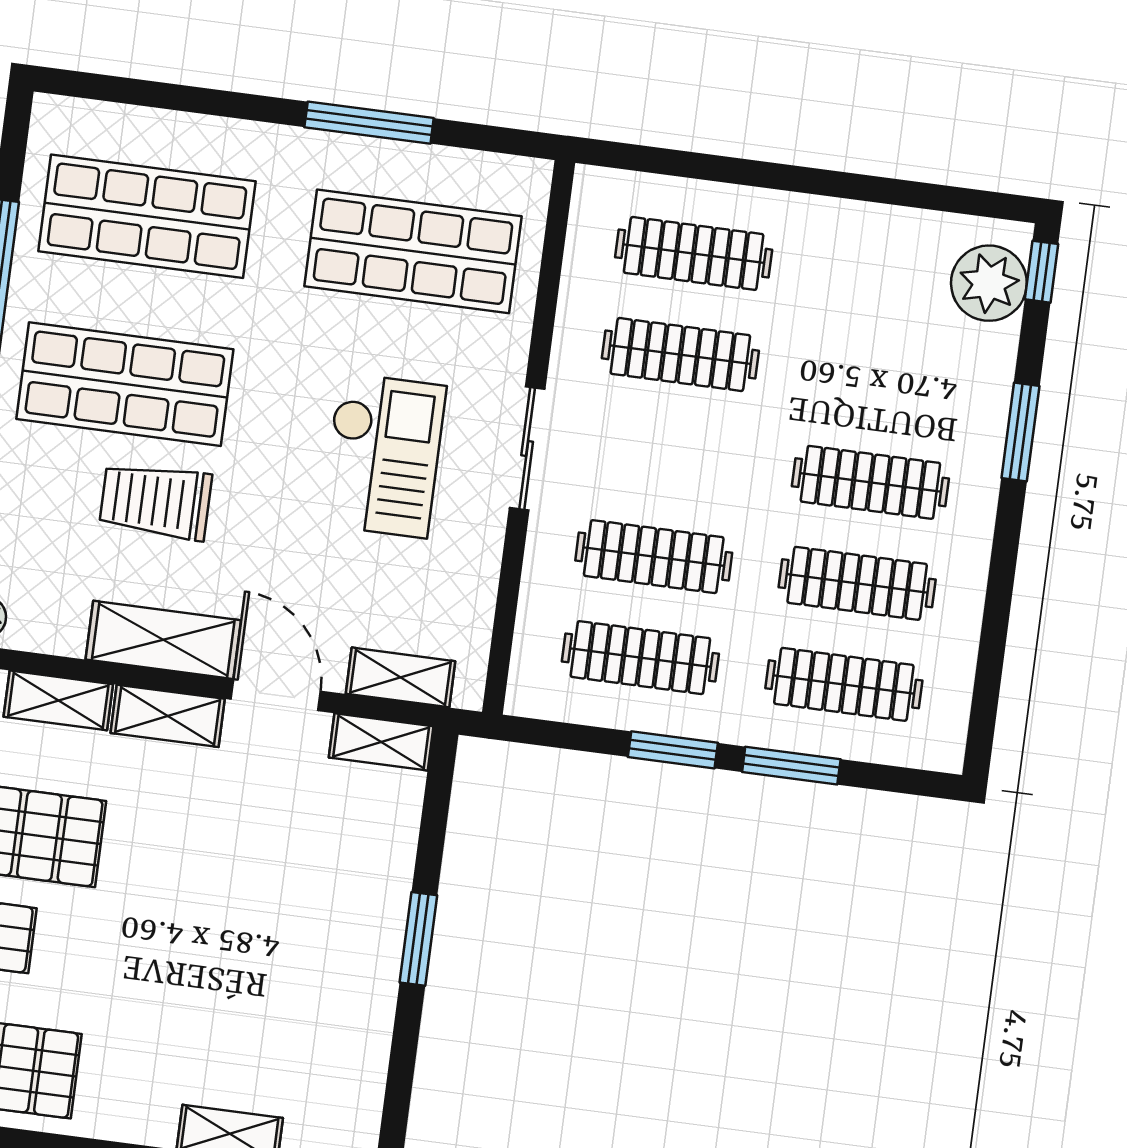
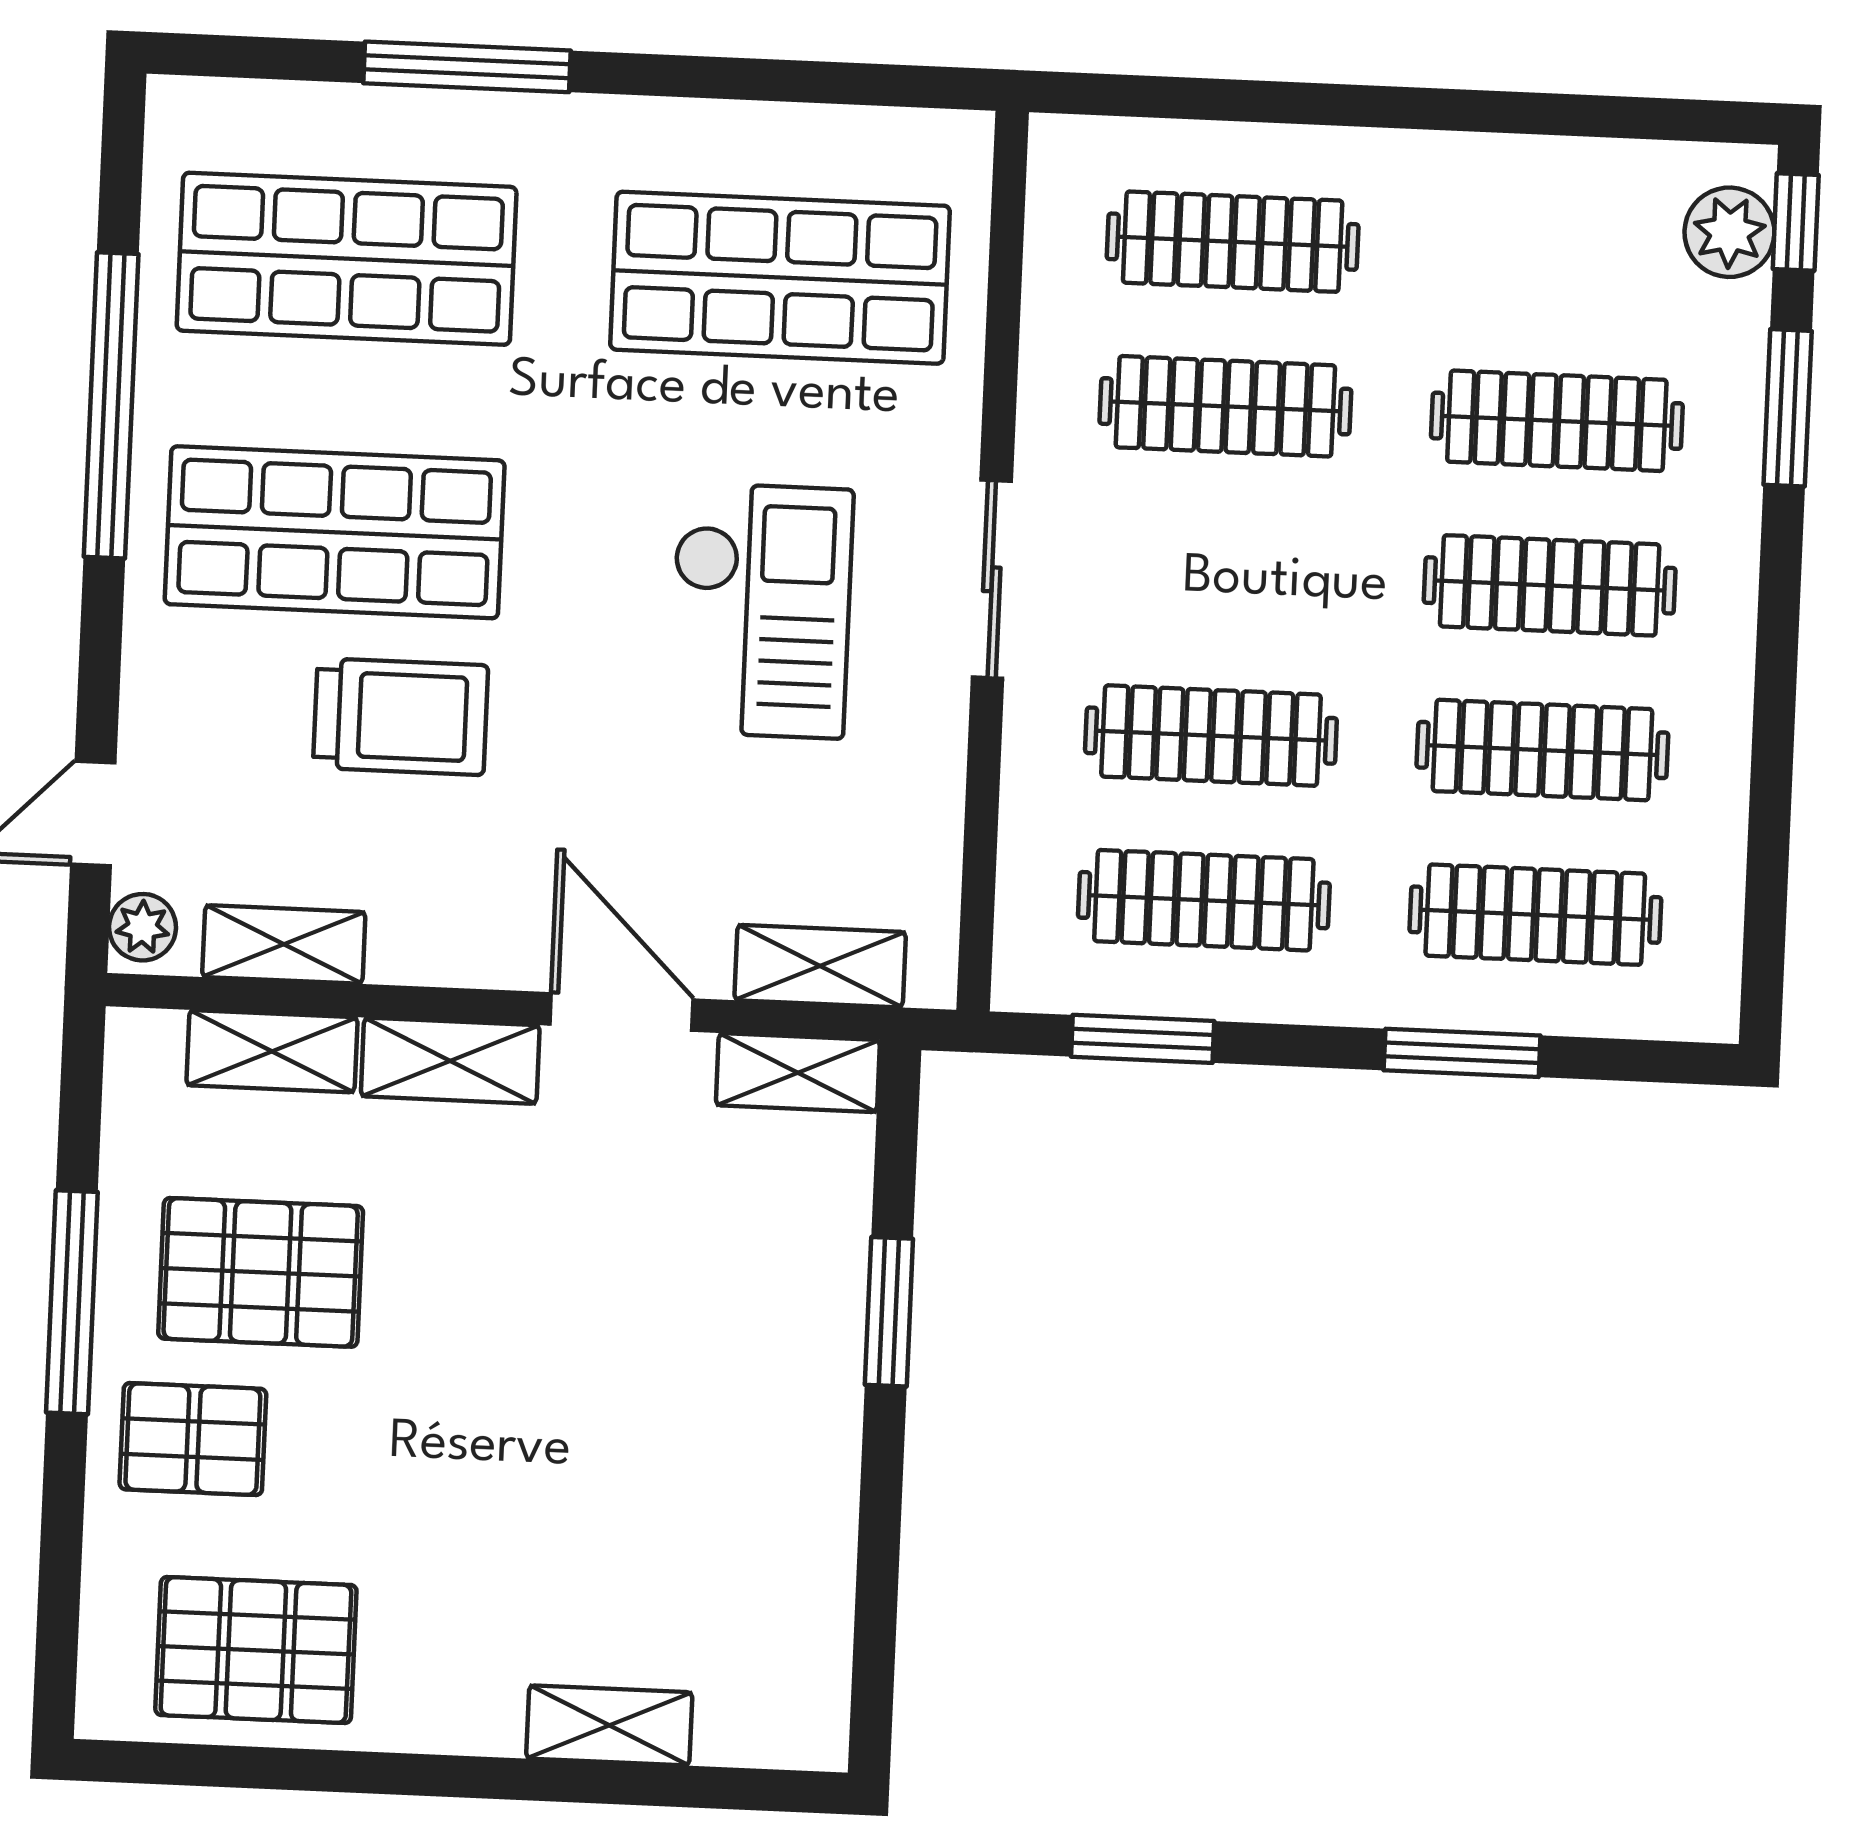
window: (369, 123) -> (467, 67), moved
plant: (989, 283) -> (1729, 232), width x0.73, depth x0.73
clothes rail: (884, 381) -> (1557, 421), added
window: (1020, 432) -> (1788, 408), moved
trolley: (156, 501) -> (401, 717), turned 180
shelving: (163, 640) -> (284, 944), moved, width x0.67, depth x0.75
window: (673, 750) -> (1143, 1039), moved
window: (418, 939) -> (889, 1312), moved

